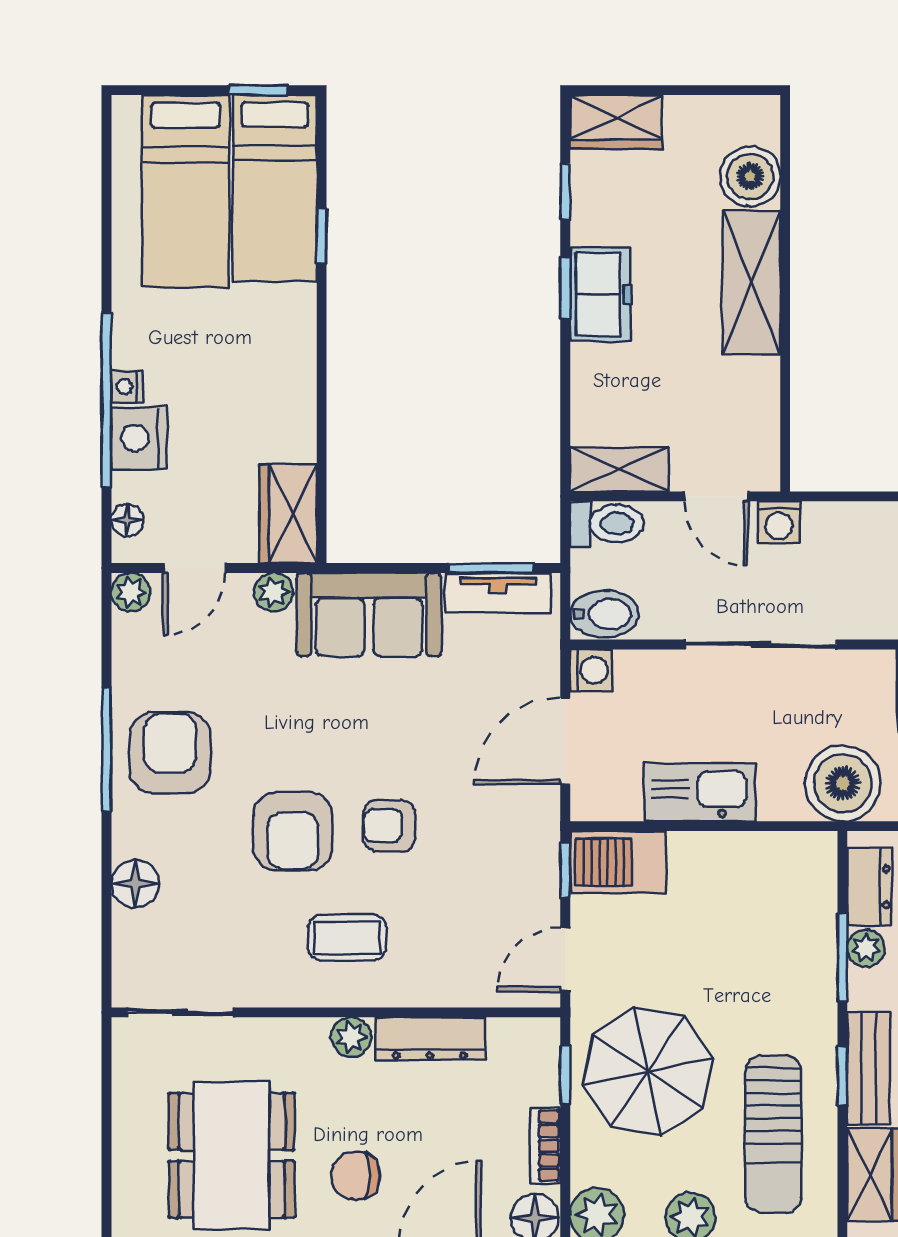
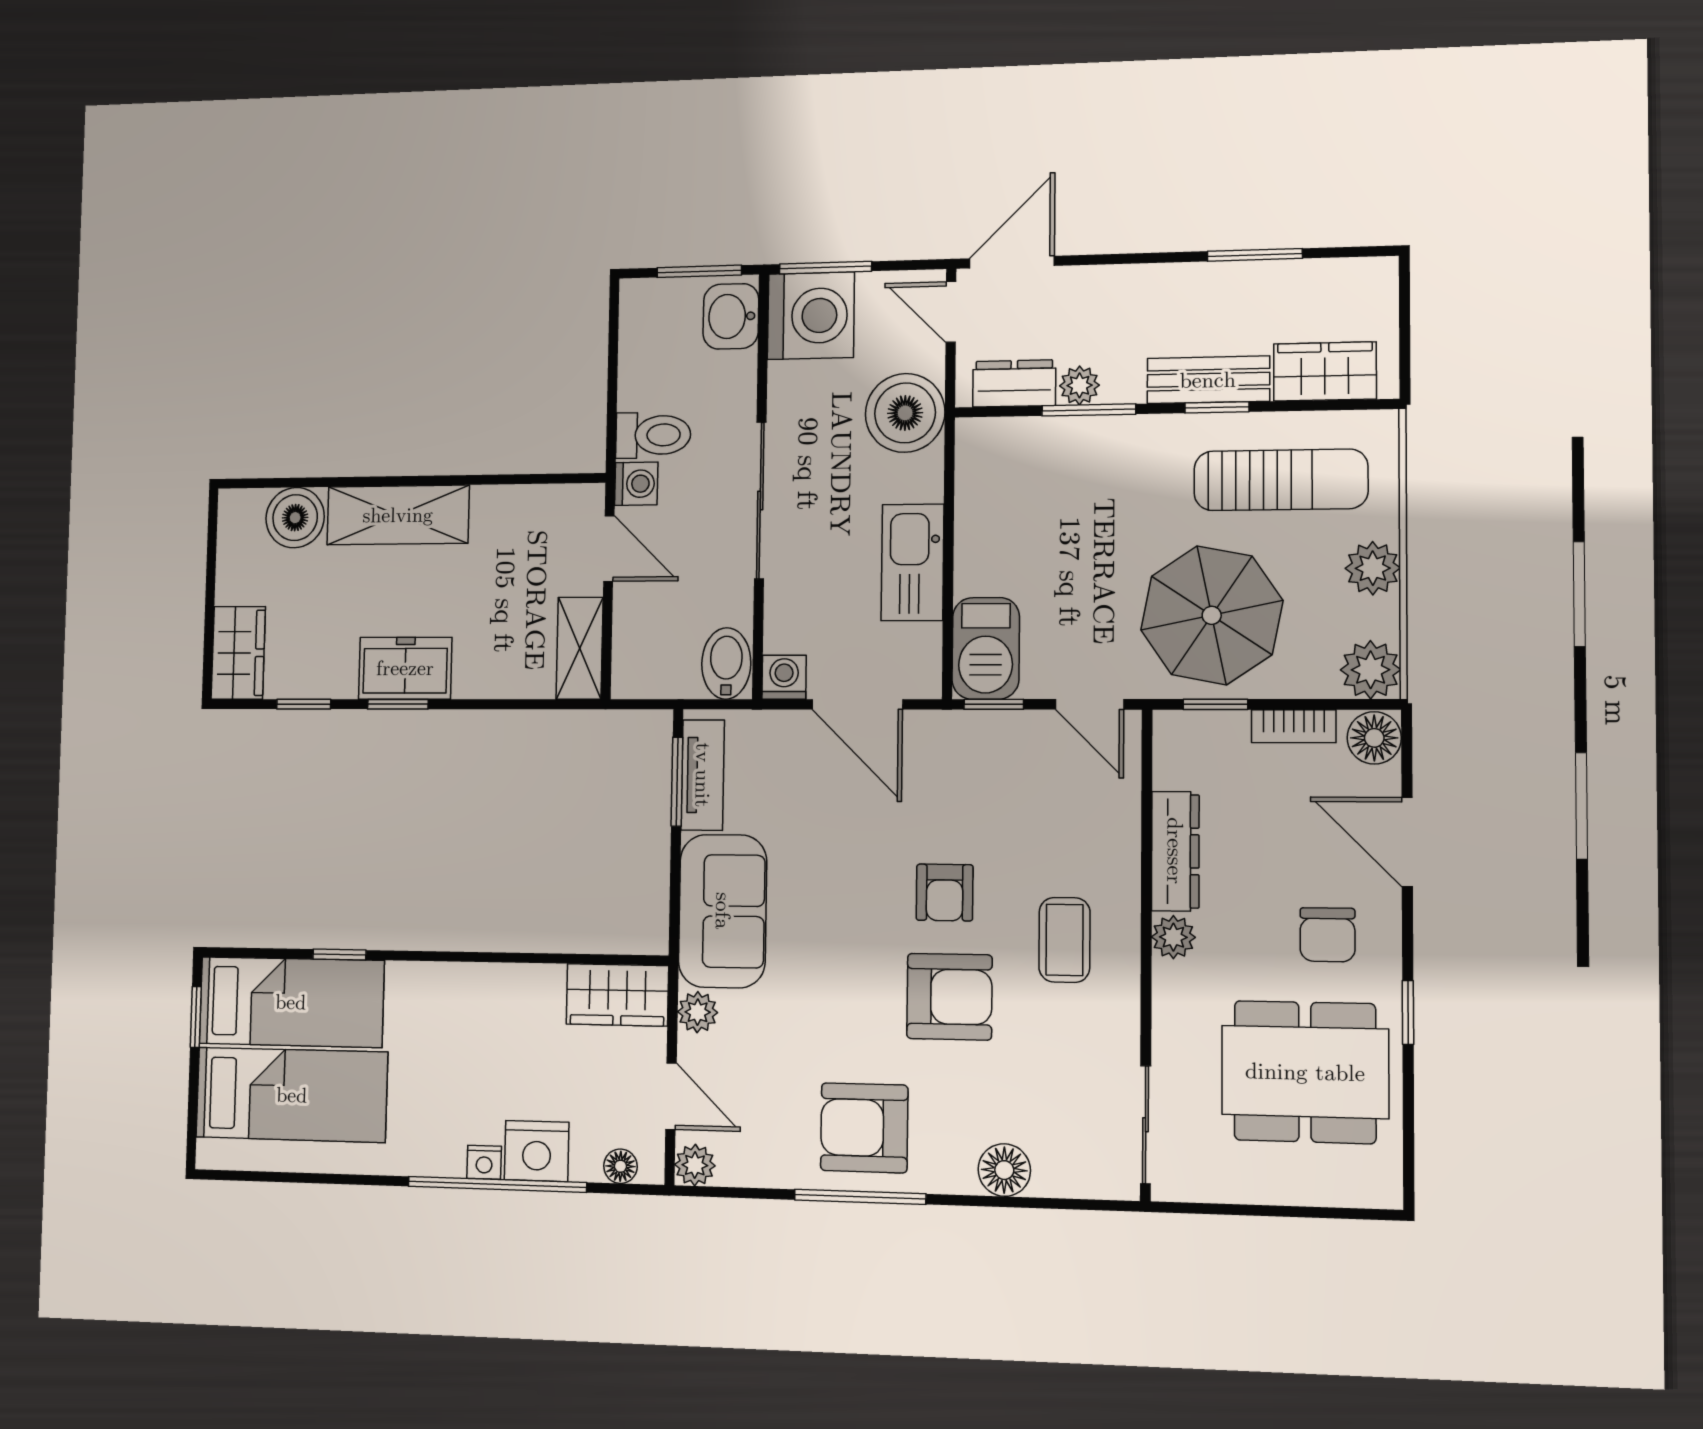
door: (716, 496) -> (609, 549), hinge flipped
toilet: (607, 524) -> (653, 435), moved, turned 90

